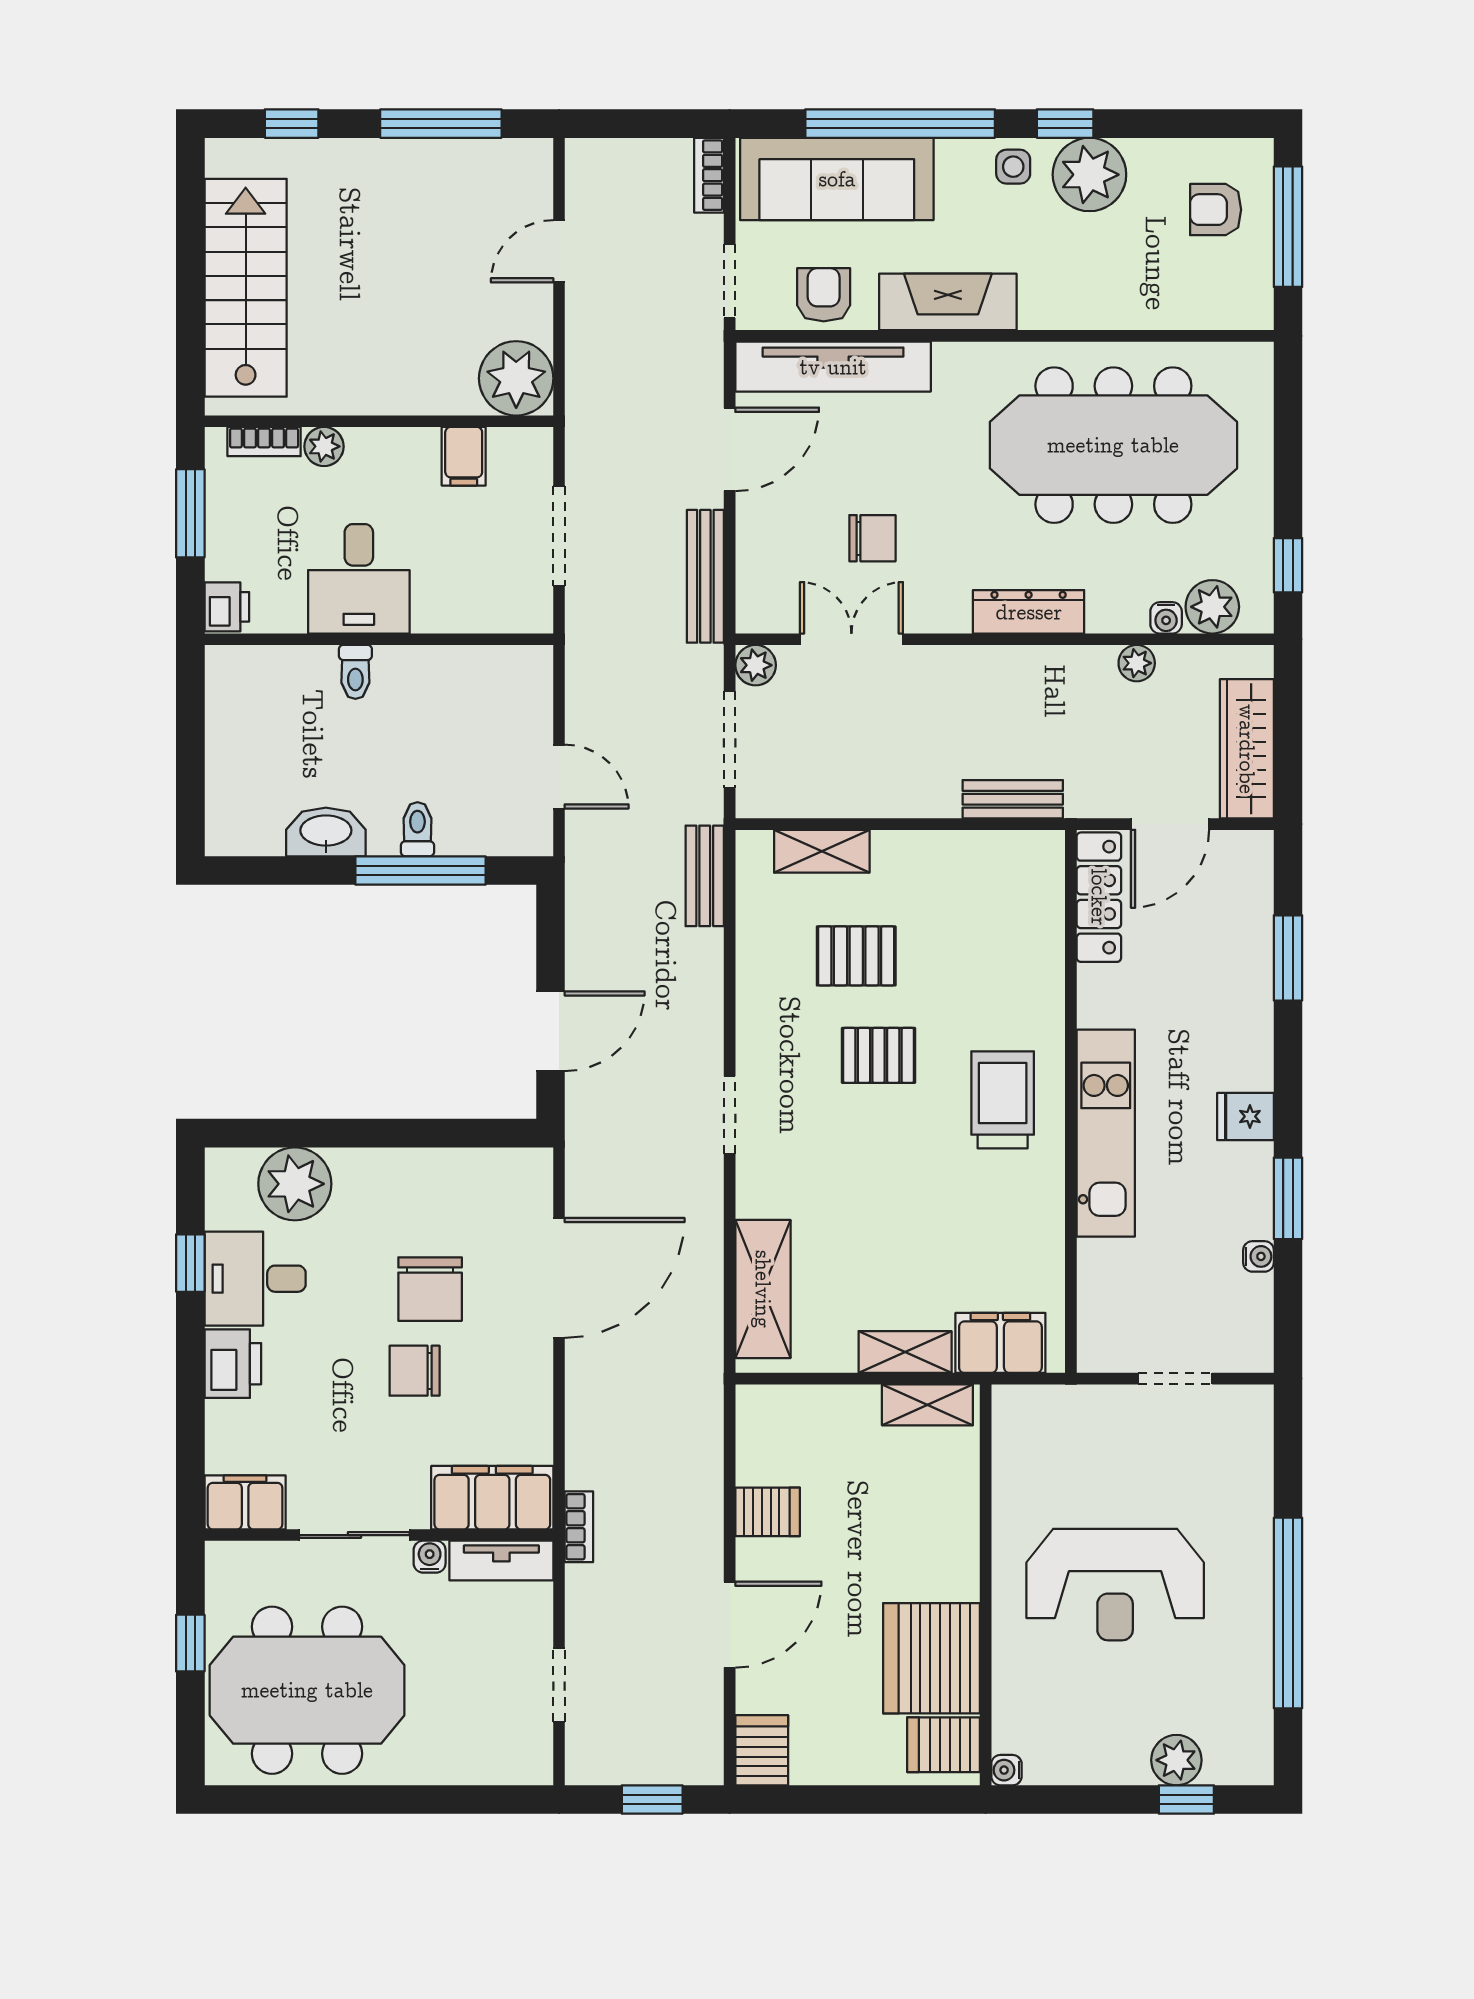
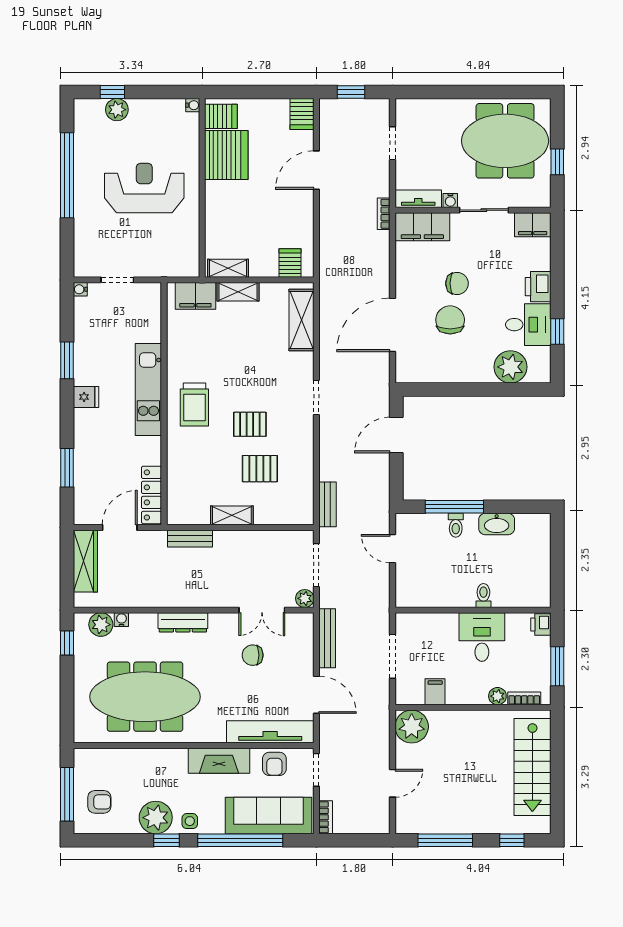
door: (730, 449) -> (316, 695), swing flipped
plant: (1137, 663) -> (135, 599), removed
shelving: (822, 851) -> (232, 515), moved
water cooler: (1259, 1256) -> (80, 289), moved
server rack: (768, 1512) -> (290, 263), moved, turned 90

